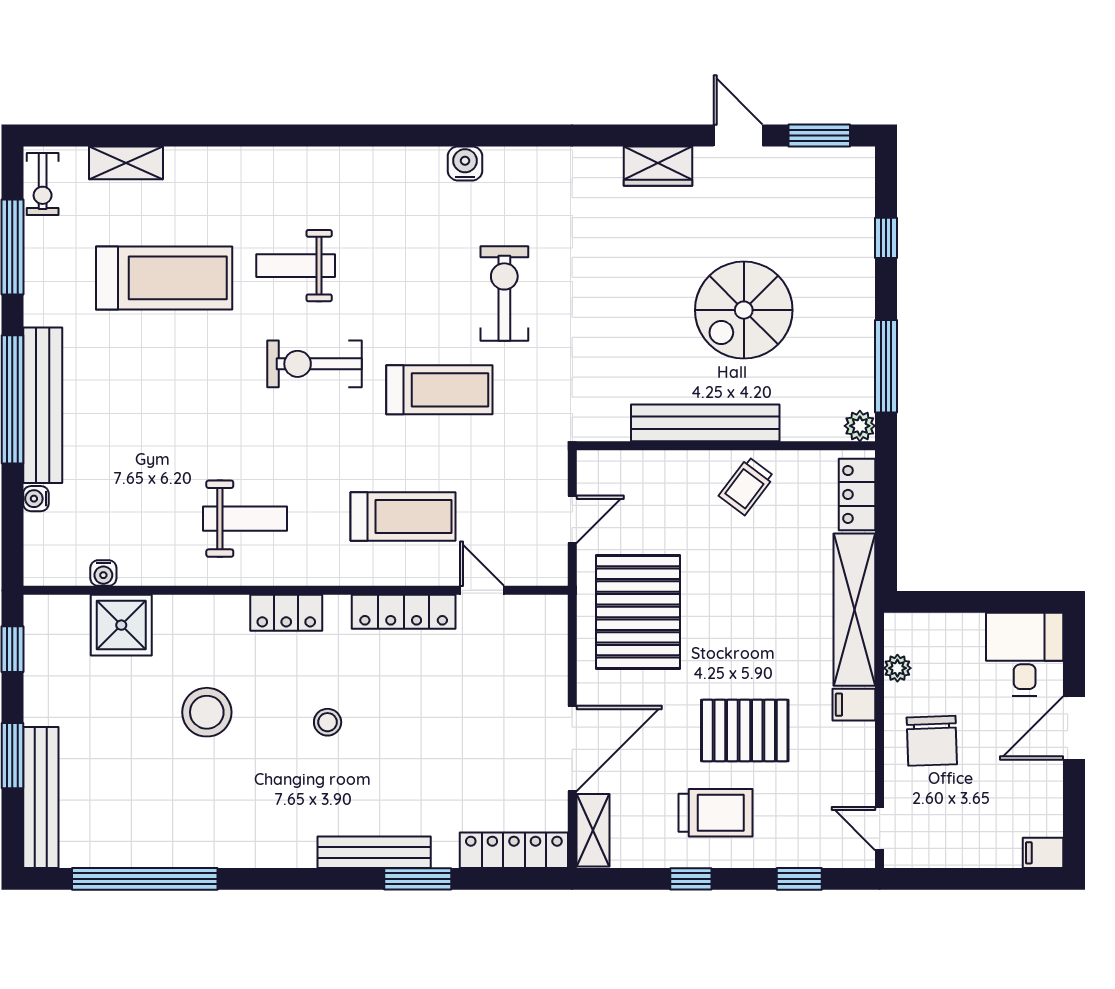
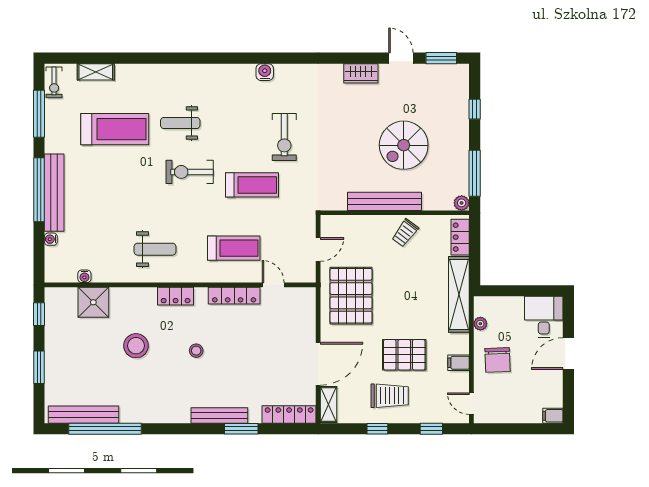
exercise bike: (504, 293) -> (284, 137), turned 180
filing cabinet: (854, 705) -> (459, 363), moved
bench: (41, 797) -> (84, 415), moved, turned 90

